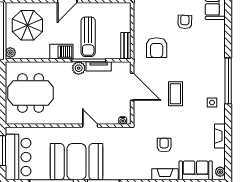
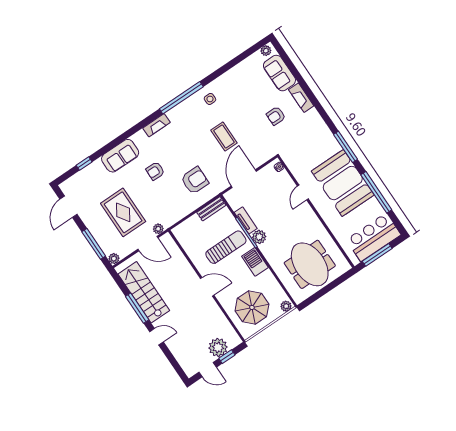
coffee table: (175, 94) -> (224, 136), turned 90
fireplace: (220, 136) -> (156, 125), moved

